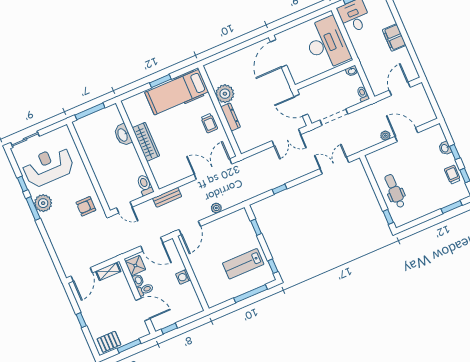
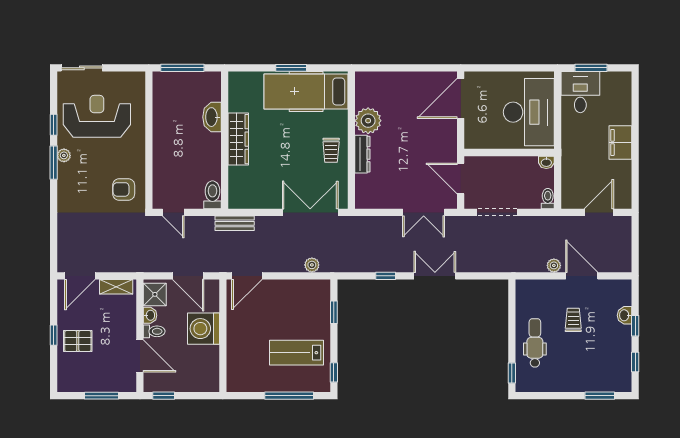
double door: (334, 166) -> (435, 276), moved
trolley: (452, 175) -> (573, 320), moved
plant: (43, 203) -> (64, 155), width x0.53, depth x0.53
plant: (216, 208) -> (312, 265), moved
washing machine: (183, 277) -> (203, 329), width x1.89, depth x1.89
pallet: (109, 342) -> (78, 341), moved

